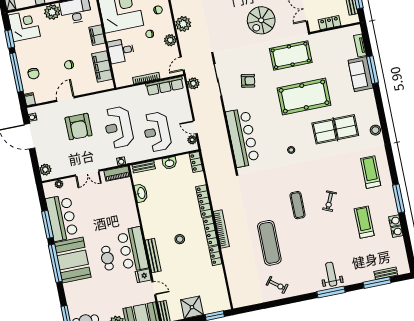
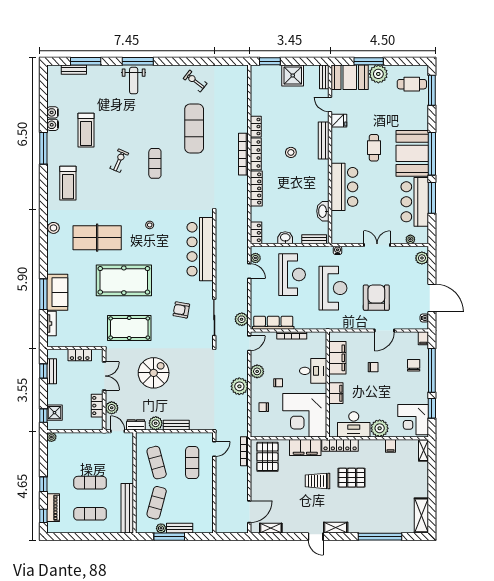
piano: (117, 174) -> (345, 238), removed
bar counter: (133, 249) -> (344, 187), moved

